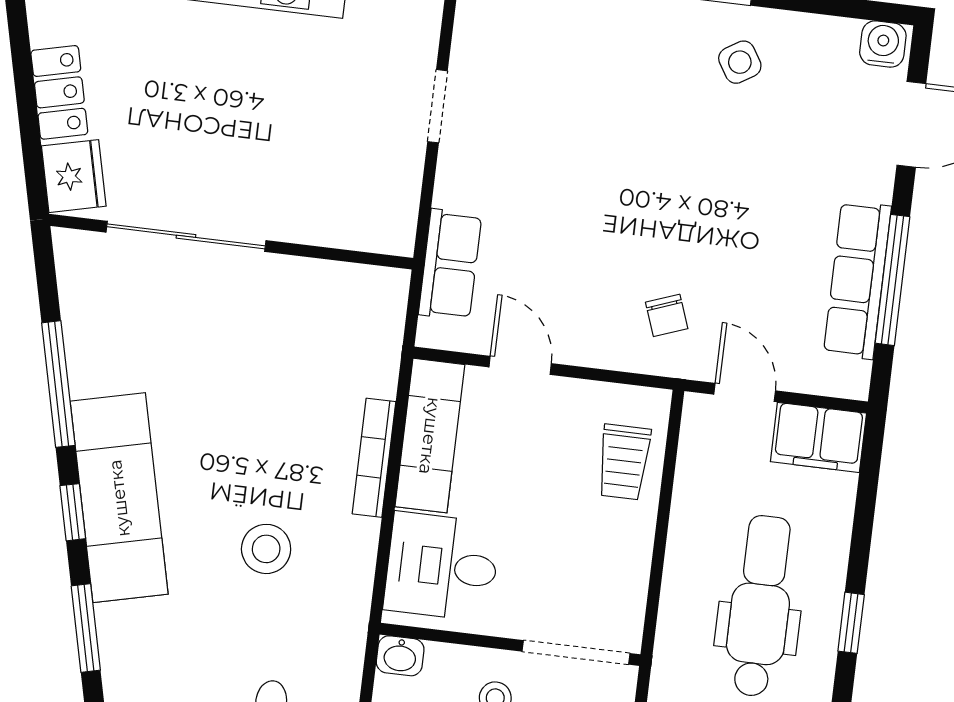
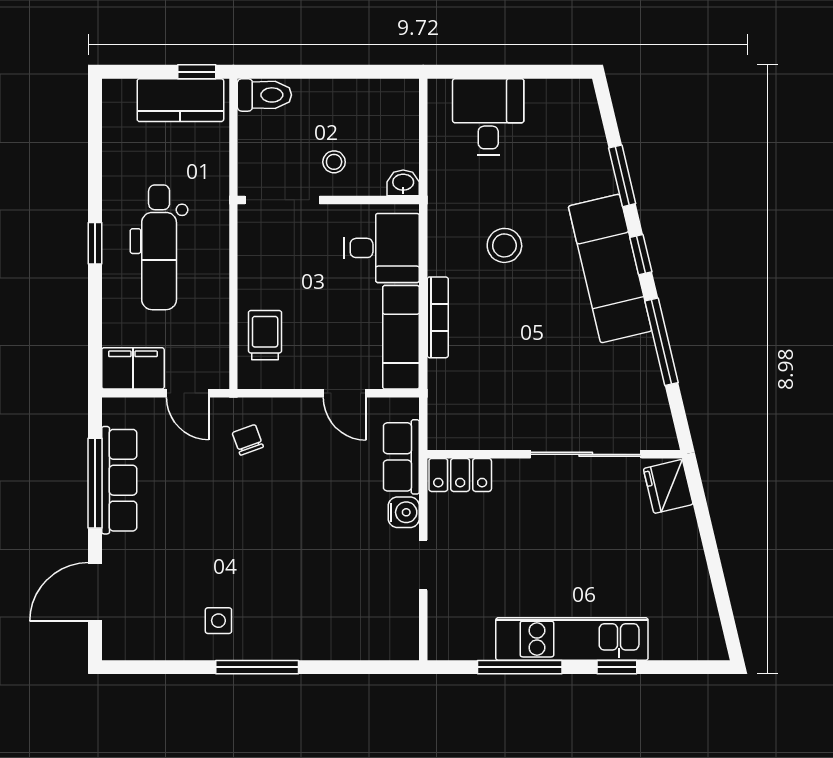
water cooler: (883, 44) -> (404, 512), moved, turned -90
side table: (740, 62) -> (218, 621), turned 32
locker: (59, 92) -> (460, 475), moved, turned -77

